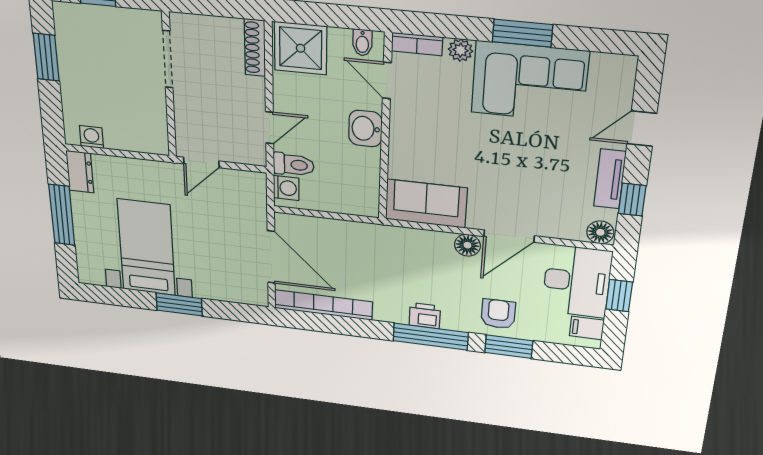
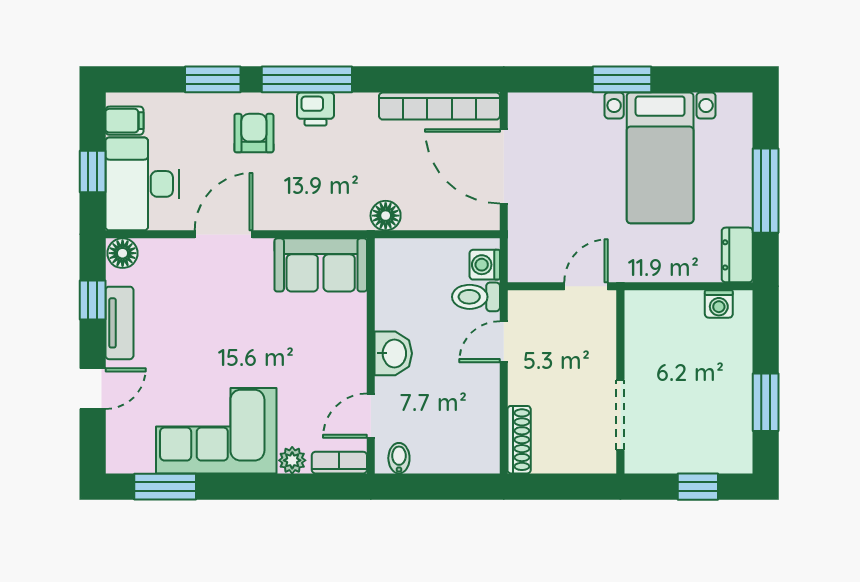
window: (522, 33) -> (165, 487), moved
shower: (301, 48) -> (468, 444), removed
door: (387, 80) -> (371, 416), swing flipped
floor lamp: (467, 245) -> (386, 216), moved
armchair: (498, 314) -> (254, 133), moved, turned 180

